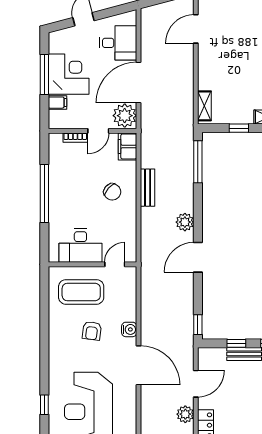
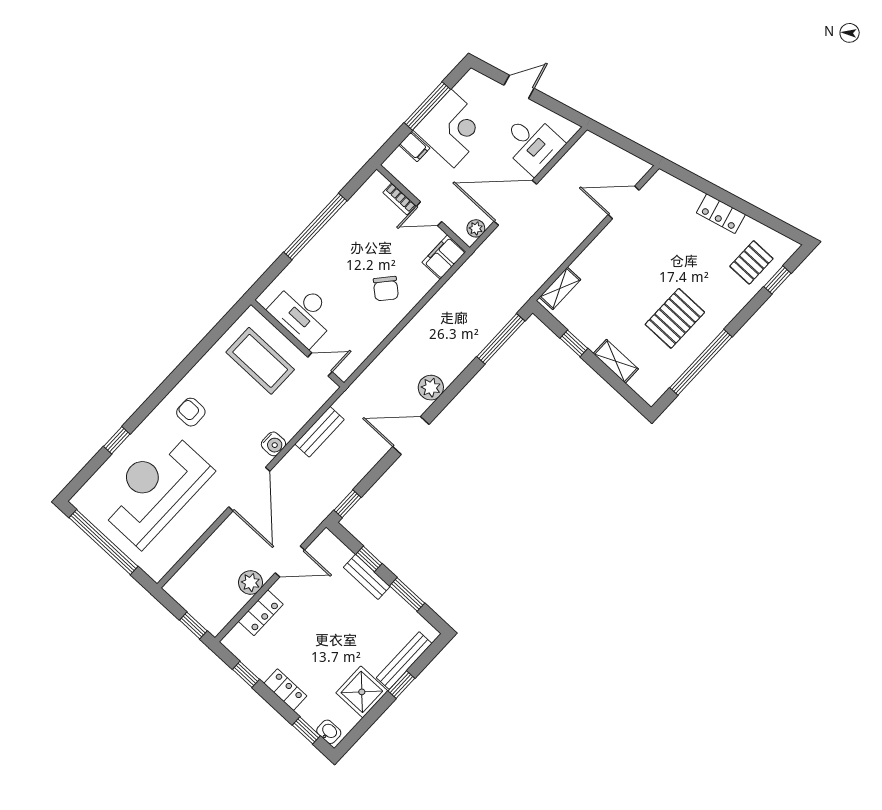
plant: (125, 116) -> (476, 228), width x0.53, depth x0.53
bench: (148, 188) -> (320, 432), moved
armchair: (92, 331) -> (191, 412), moved, turned 83

